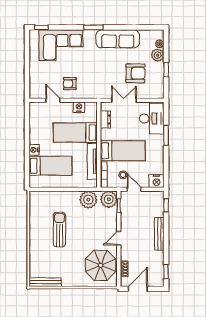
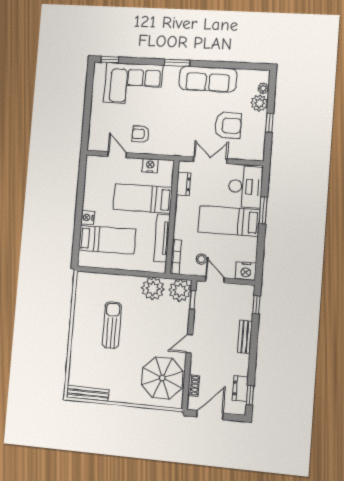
bed: (123, 151) -> (229, 221), moved, turned 180
bench: (159, 234) -> (245, 337), width x0.73
dresser: (159, 267) -> (240, 388), added

